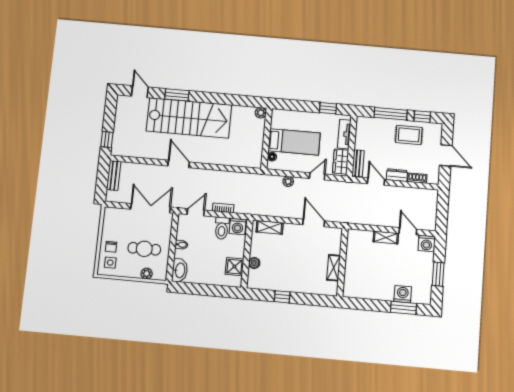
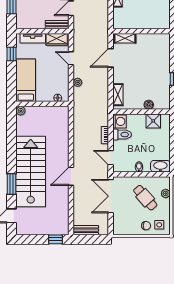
bed: (294, 142) -> (26, 80), moved
cafe table: (144, 249) -> (145, 198), turned -41
shelving: (334, 268) -> (125, 38), moved

